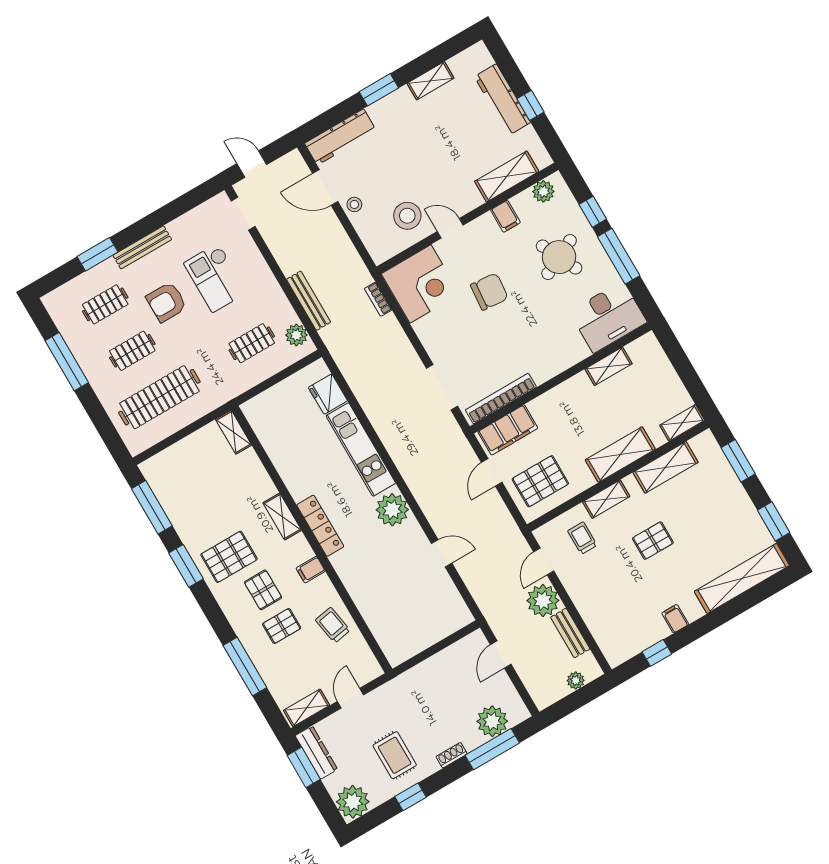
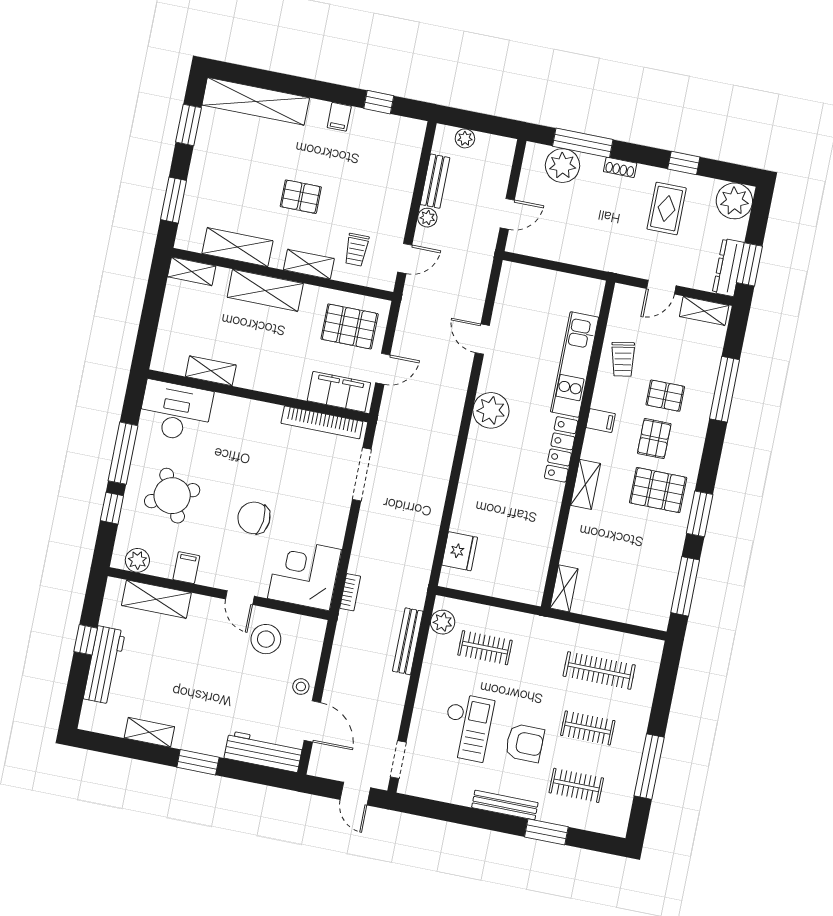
clothes rail: (159, 397) -> (599, 671), width x0.73, depth x0.76
kitchen unit: (361, 449) -> (575, 365), moved, turned 180
plant: (543, 601) -> (427, 218), width x0.53, depth x0.53

